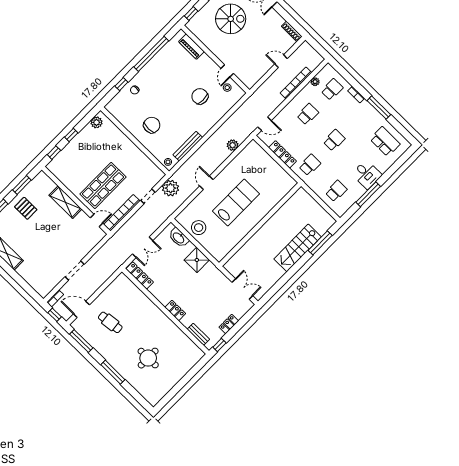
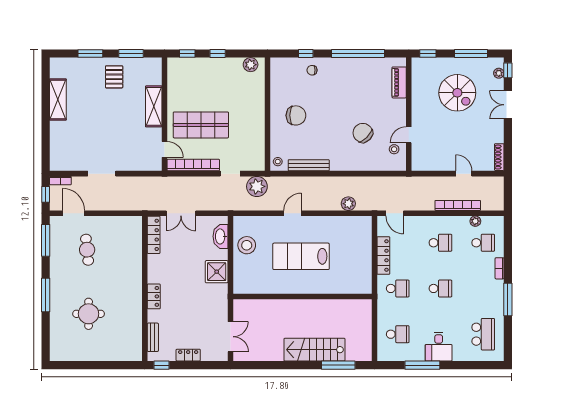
chair: (200, 96) -> (363, 133), turned -45
lab bench: (236, 202) -> (301, 256), turned 180

